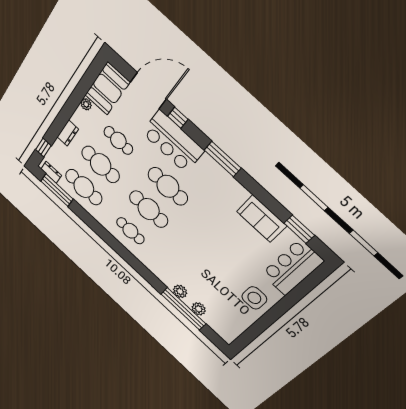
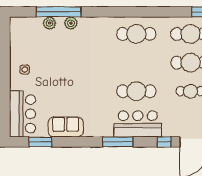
bar counter: (173, 142) -> (138, 124), moved
cafe table: (149, 209) -> (136, 63), removed
cafe table: (130, 231) -> (136, 34), width x1.37, depth x1.35
side table: (254, 298) -> (25, 69), width x0.54, depth x0.54

